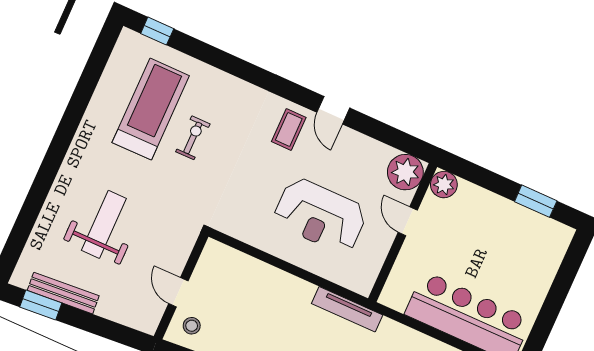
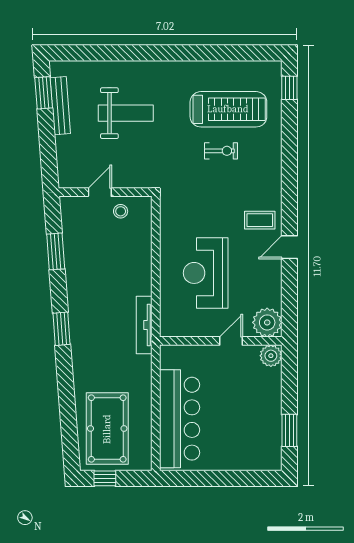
stool: (192, 326) -> (121, 211), moved

